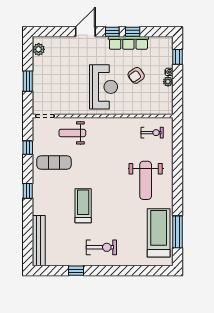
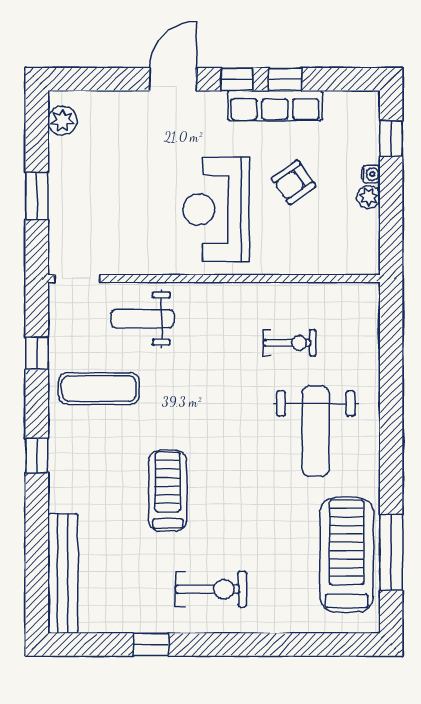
reception desk: (104, 87) -> (216, 210), turned 180
exercise bike: (152, 133) -> (290, 343), moved

